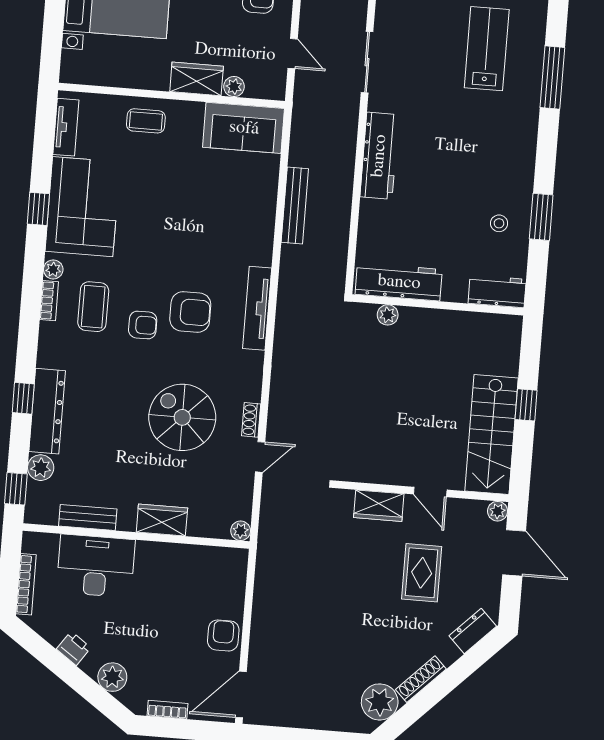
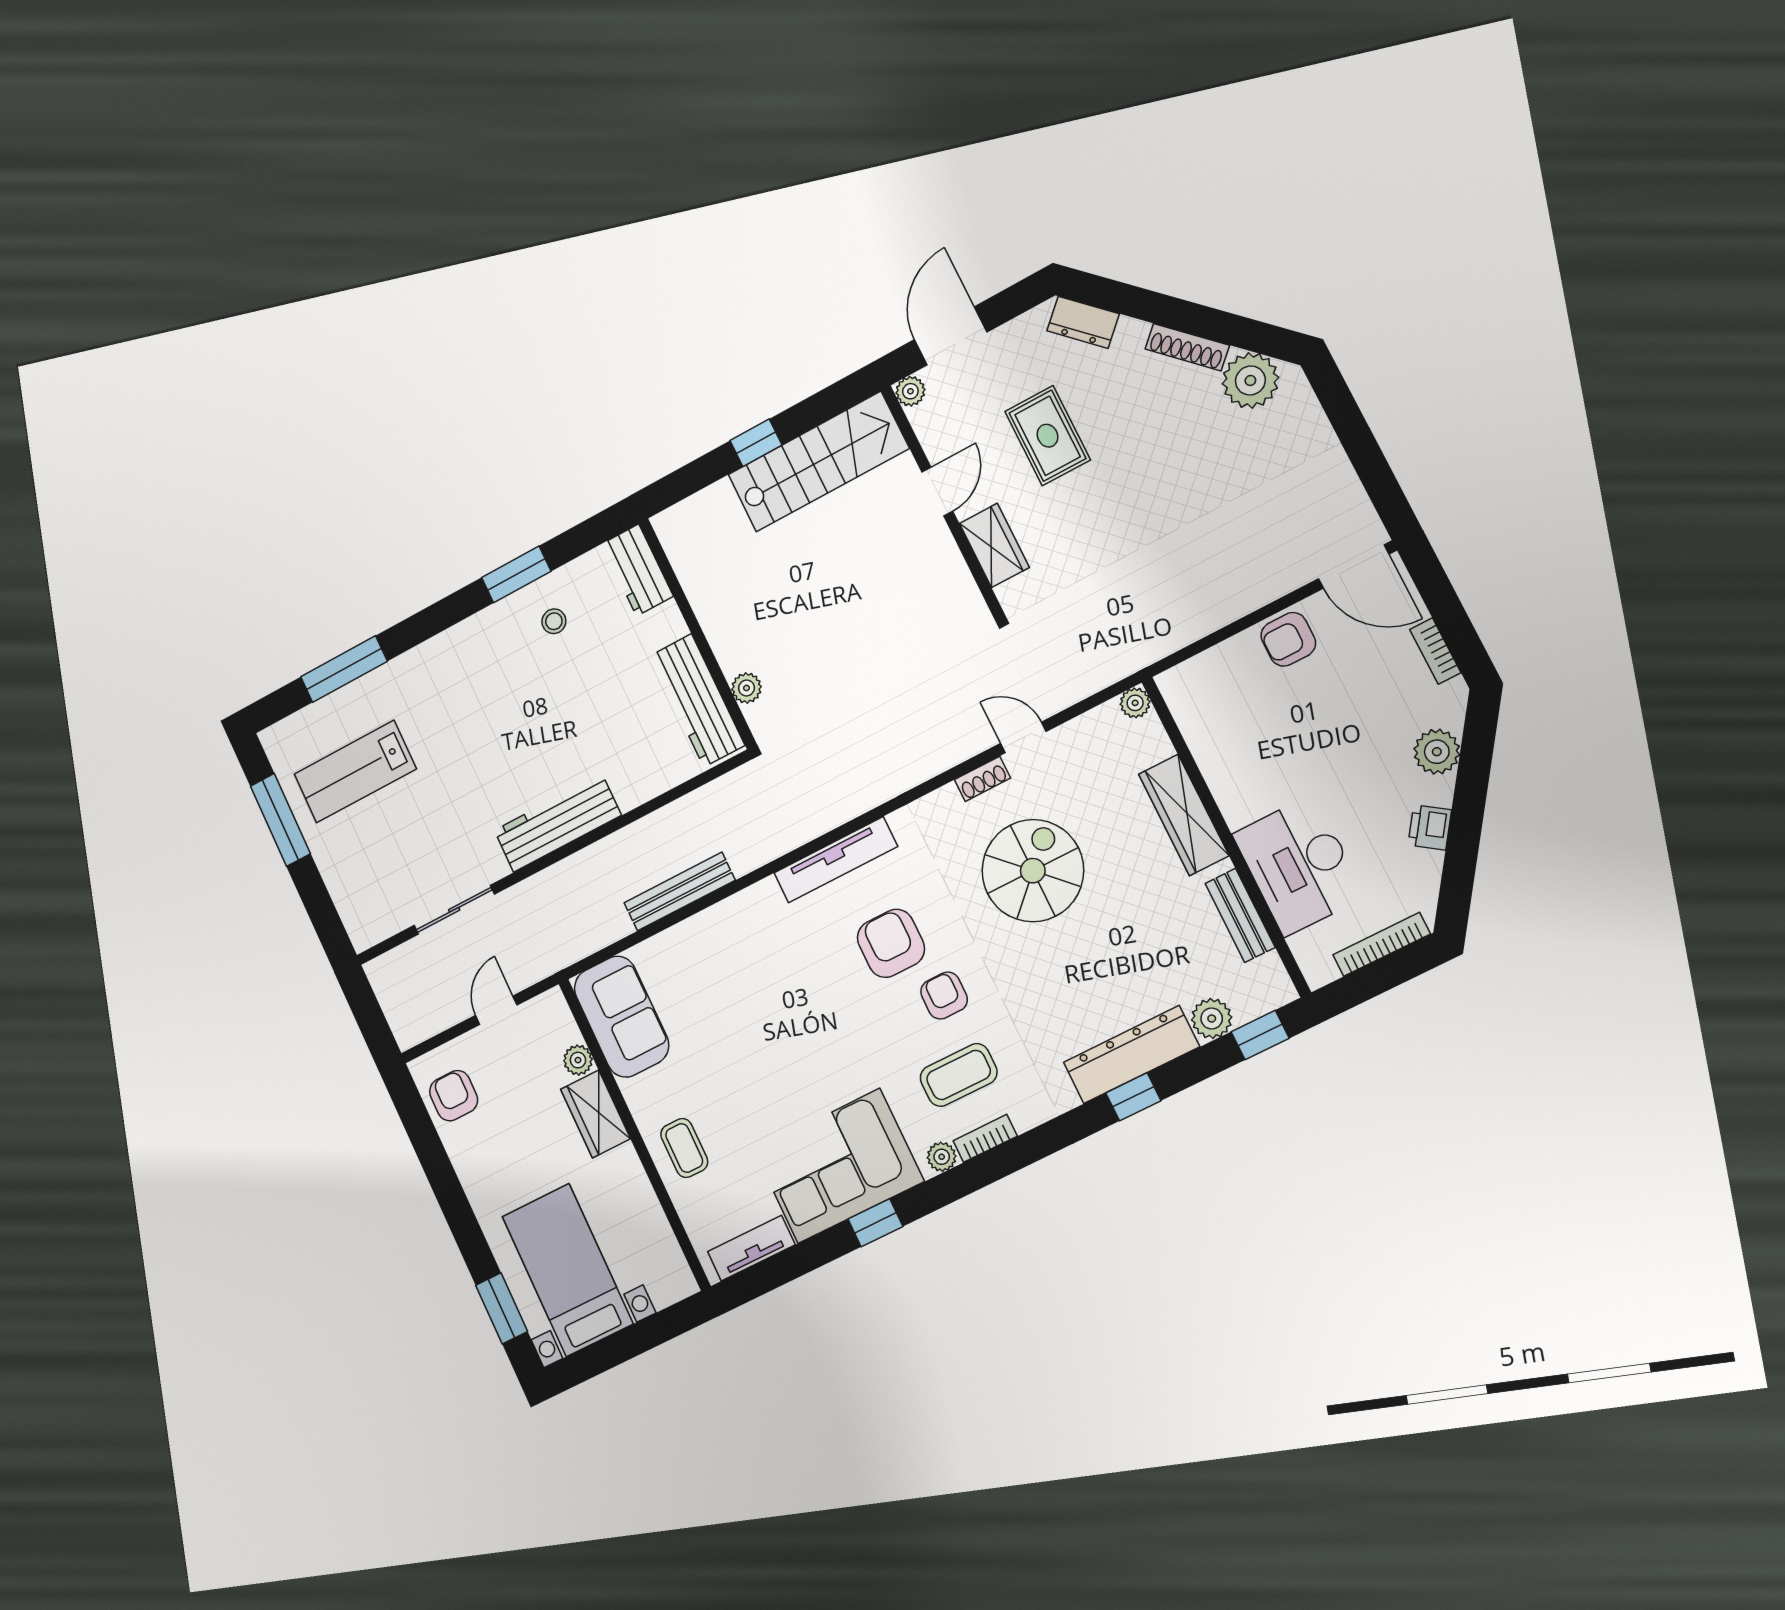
spiral stairs: (182, 417) -> (1033, 871), turned 180
wardrobe: (162, 520) -> (1184, 815), width x1.50
rug: (422, 573) -> (1048, 436), turned 90

